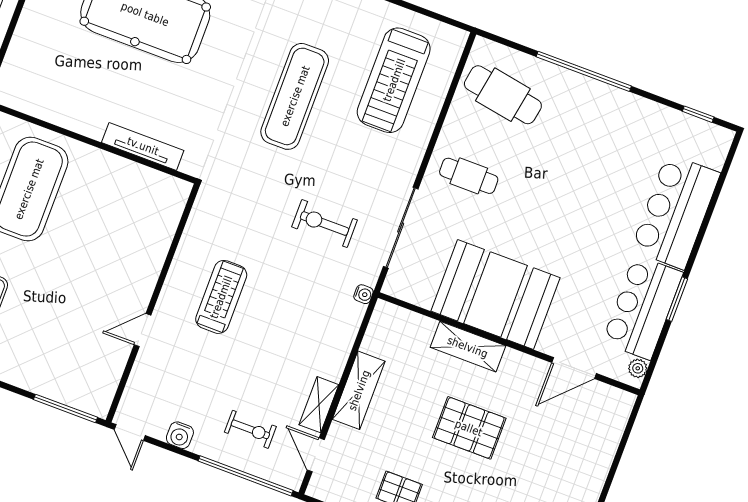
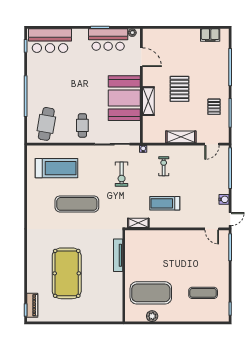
bar counter: (676, 212) -> (50, 41), moved
door: (143, 330) -> (212, 229), moved
shelving: (319, 405) -> (138, 223), moved
exercise bike: (250, 429) -> (164, 166), moved

